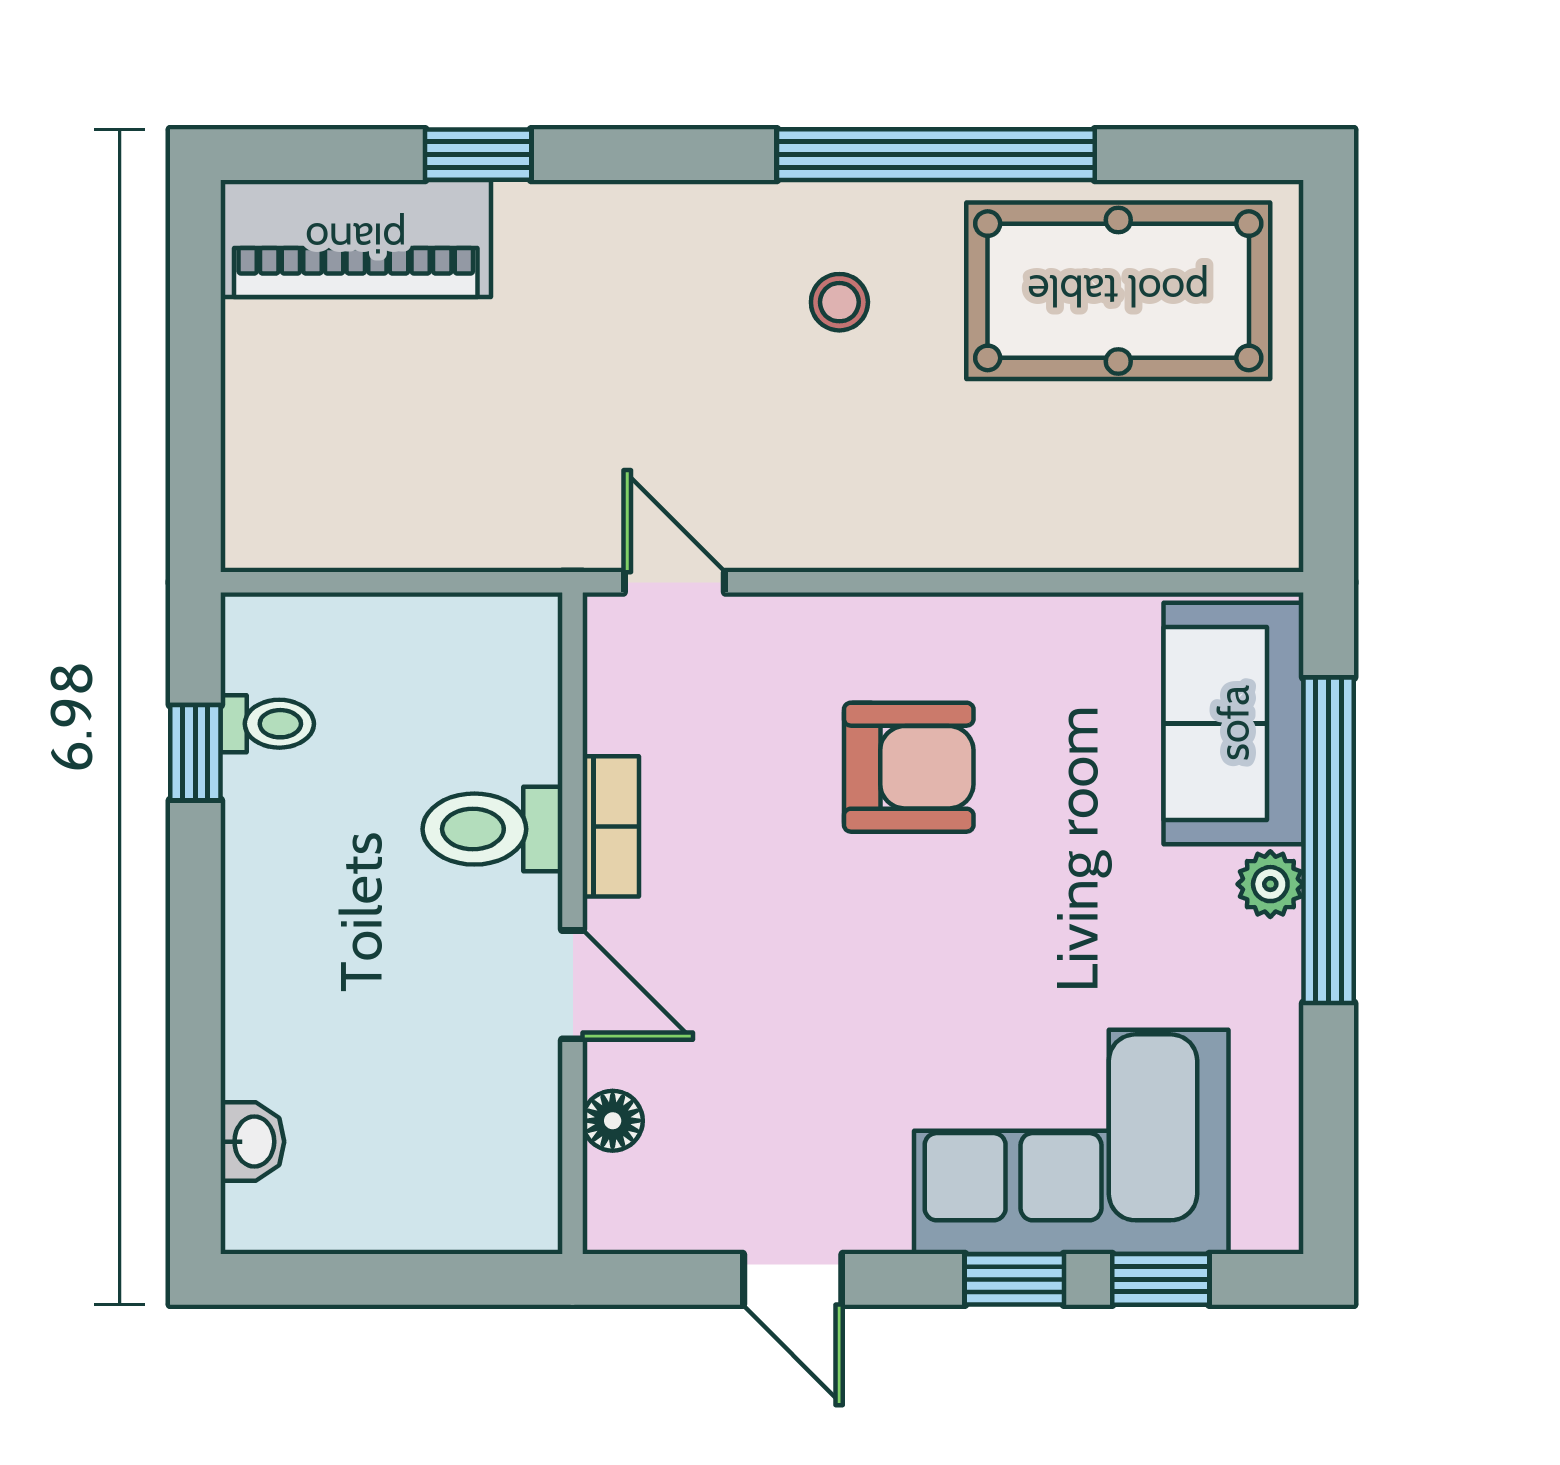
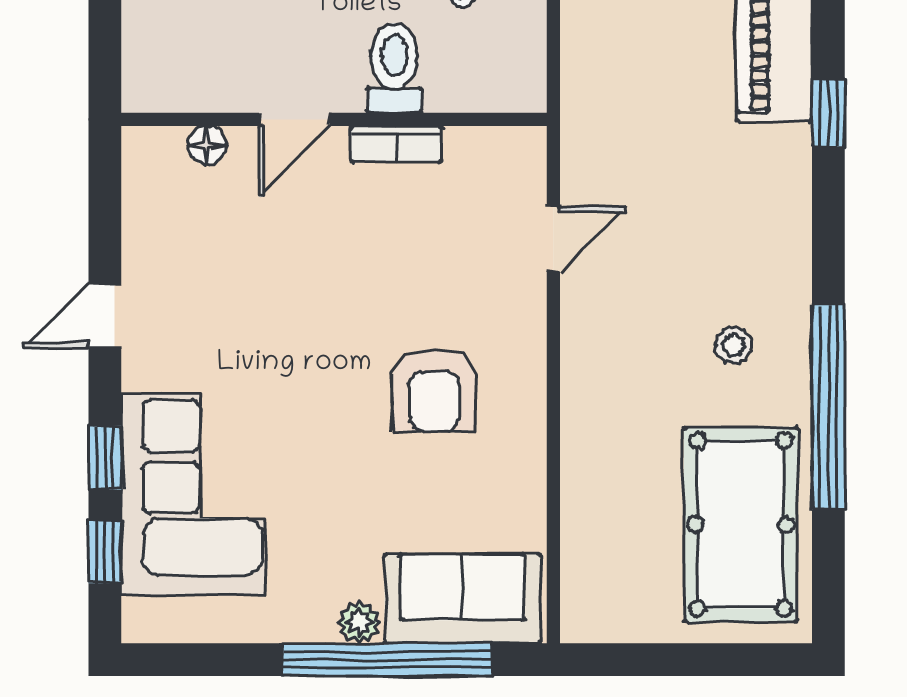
bookcase: (611, 826) -> (396, 144), moved
toilet: (493, 829) -> (395, 68), moved
wall: (573, 923) -> (334, 119), moved
door: (573, 985) -> (294, 119), moved
floor lamp: (613, 1121) -> (207, 145), moved

